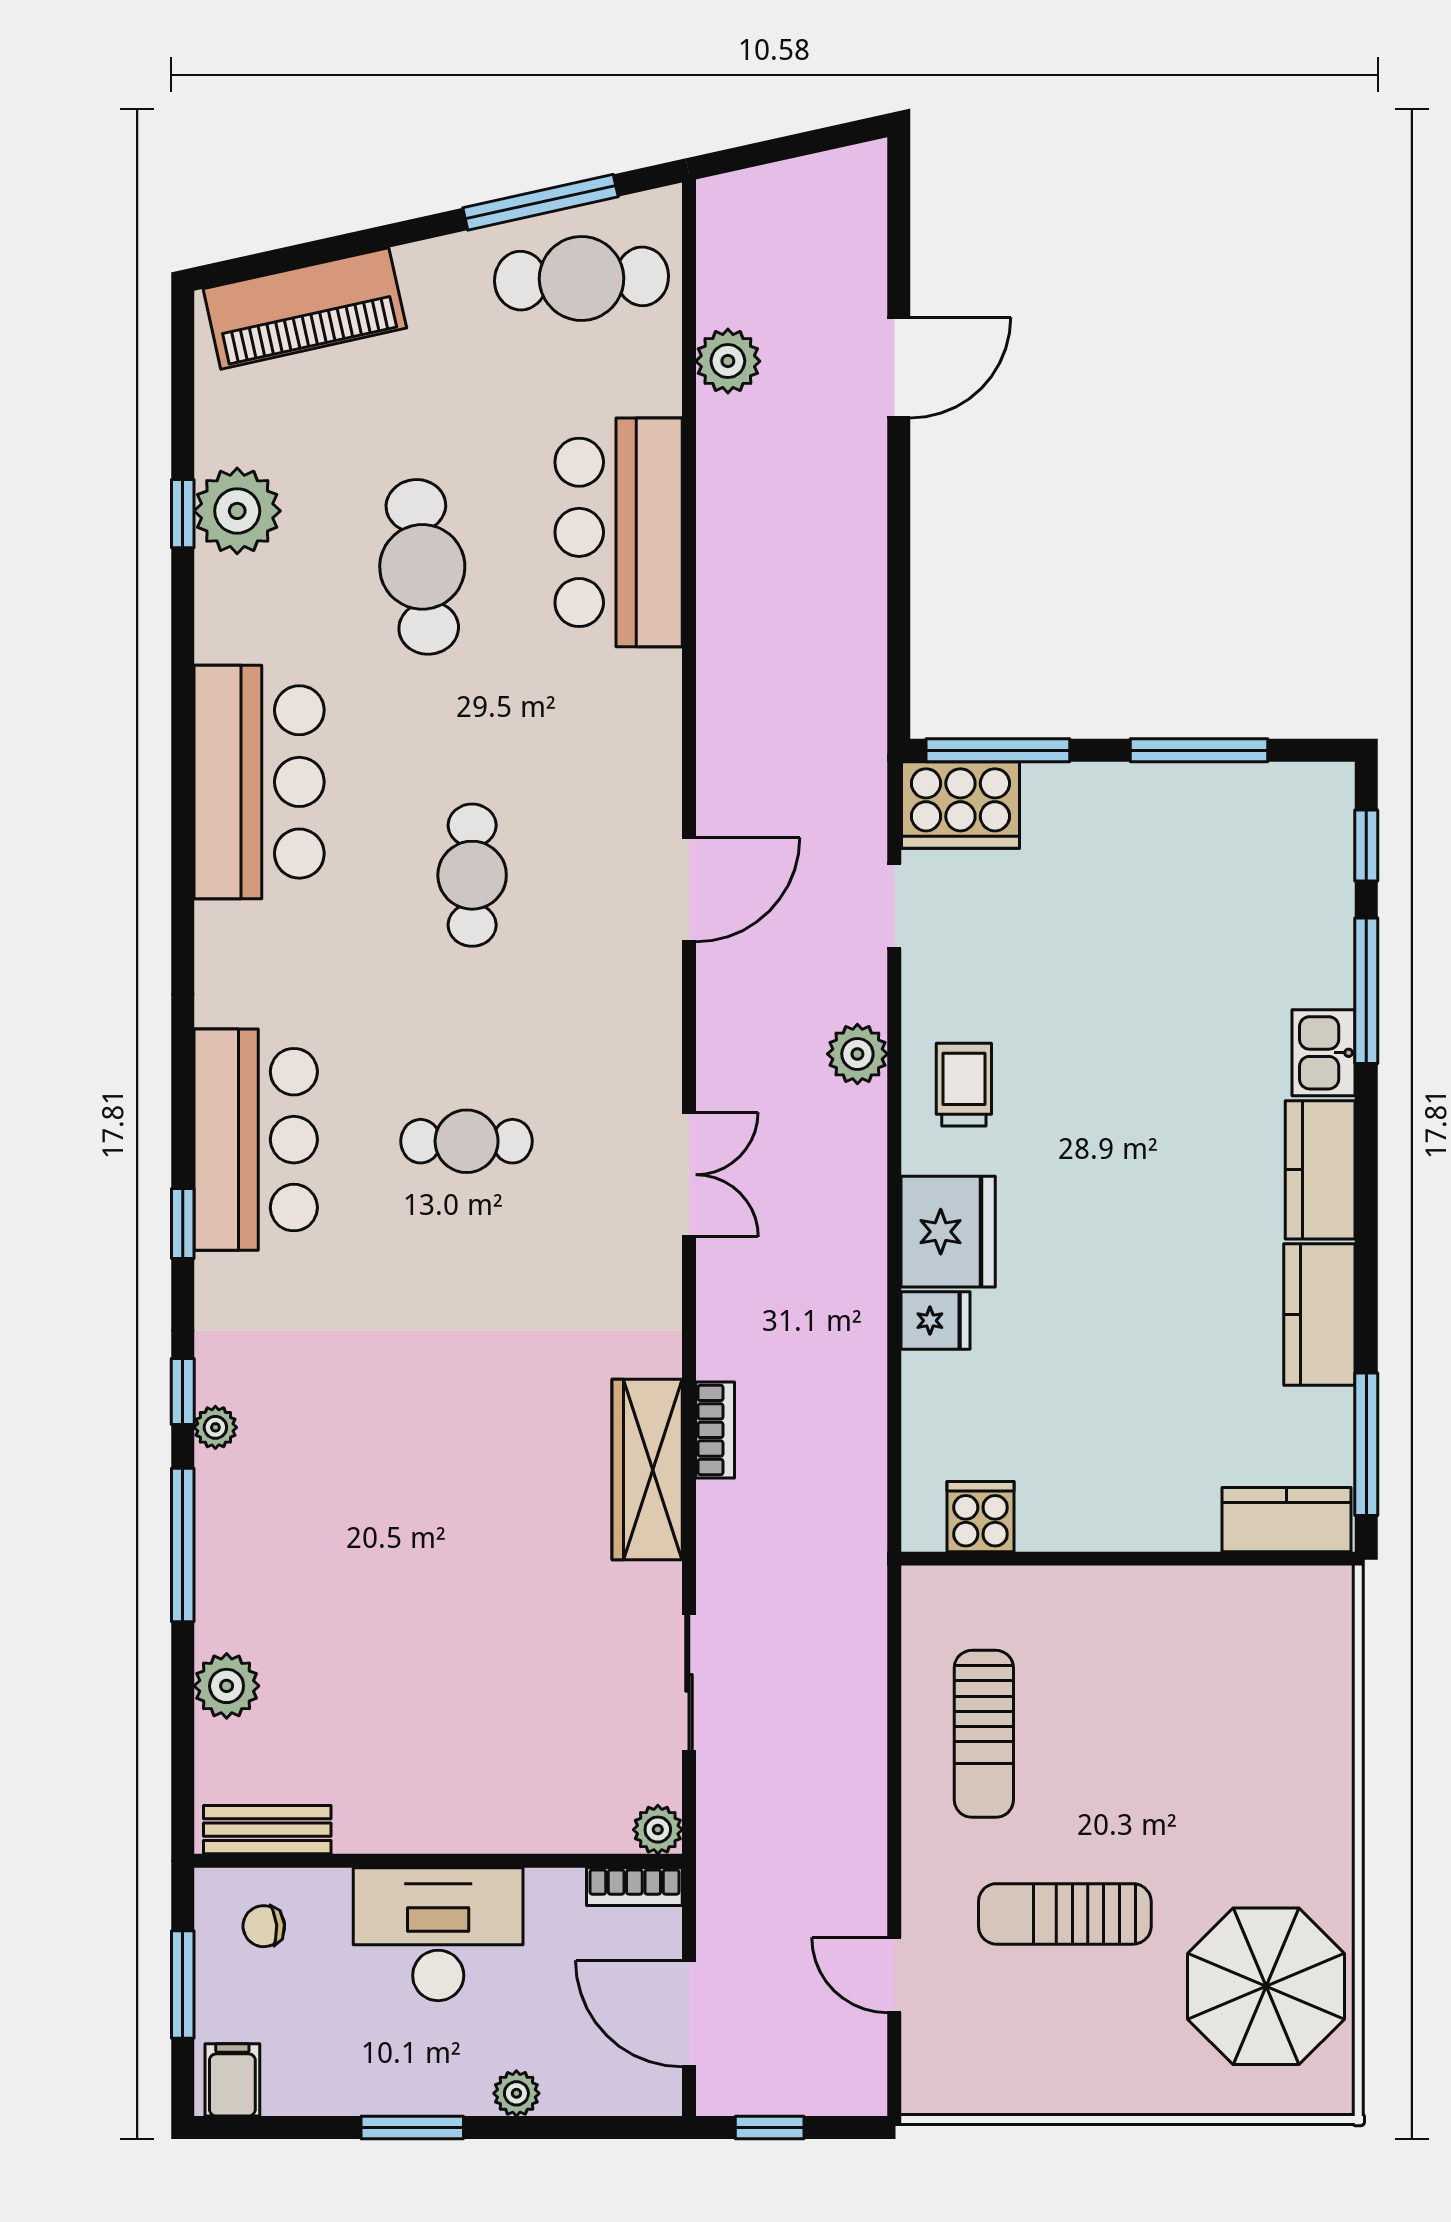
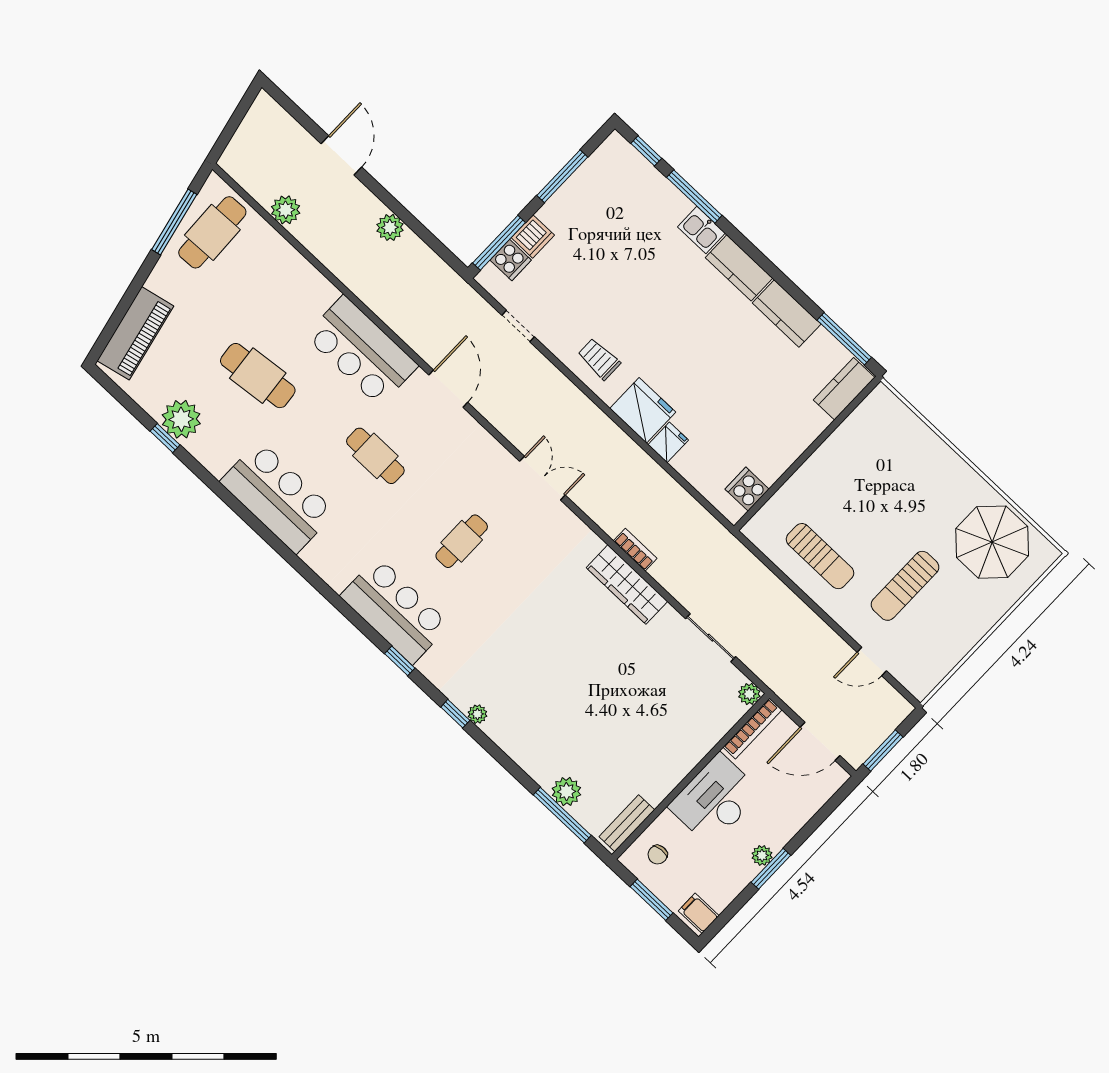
bar counter: (619, 532) -> (362, 351), moved
dishwasher: (1059, 794) -> (533, 236), added
cooker: (960, 805) -> (511, 260), width x0.53, depth x0.76
plant: (857, 1054) -> (390, 227), moved
window: (183, 1545) -> (562, 815), moved
bookcase: (634, 1887) -> (752, 729), width x1.56
plant: (516, 2093) -> (762, 855), moved
window: (770, 2128) -> (883, 751), width x1.50

